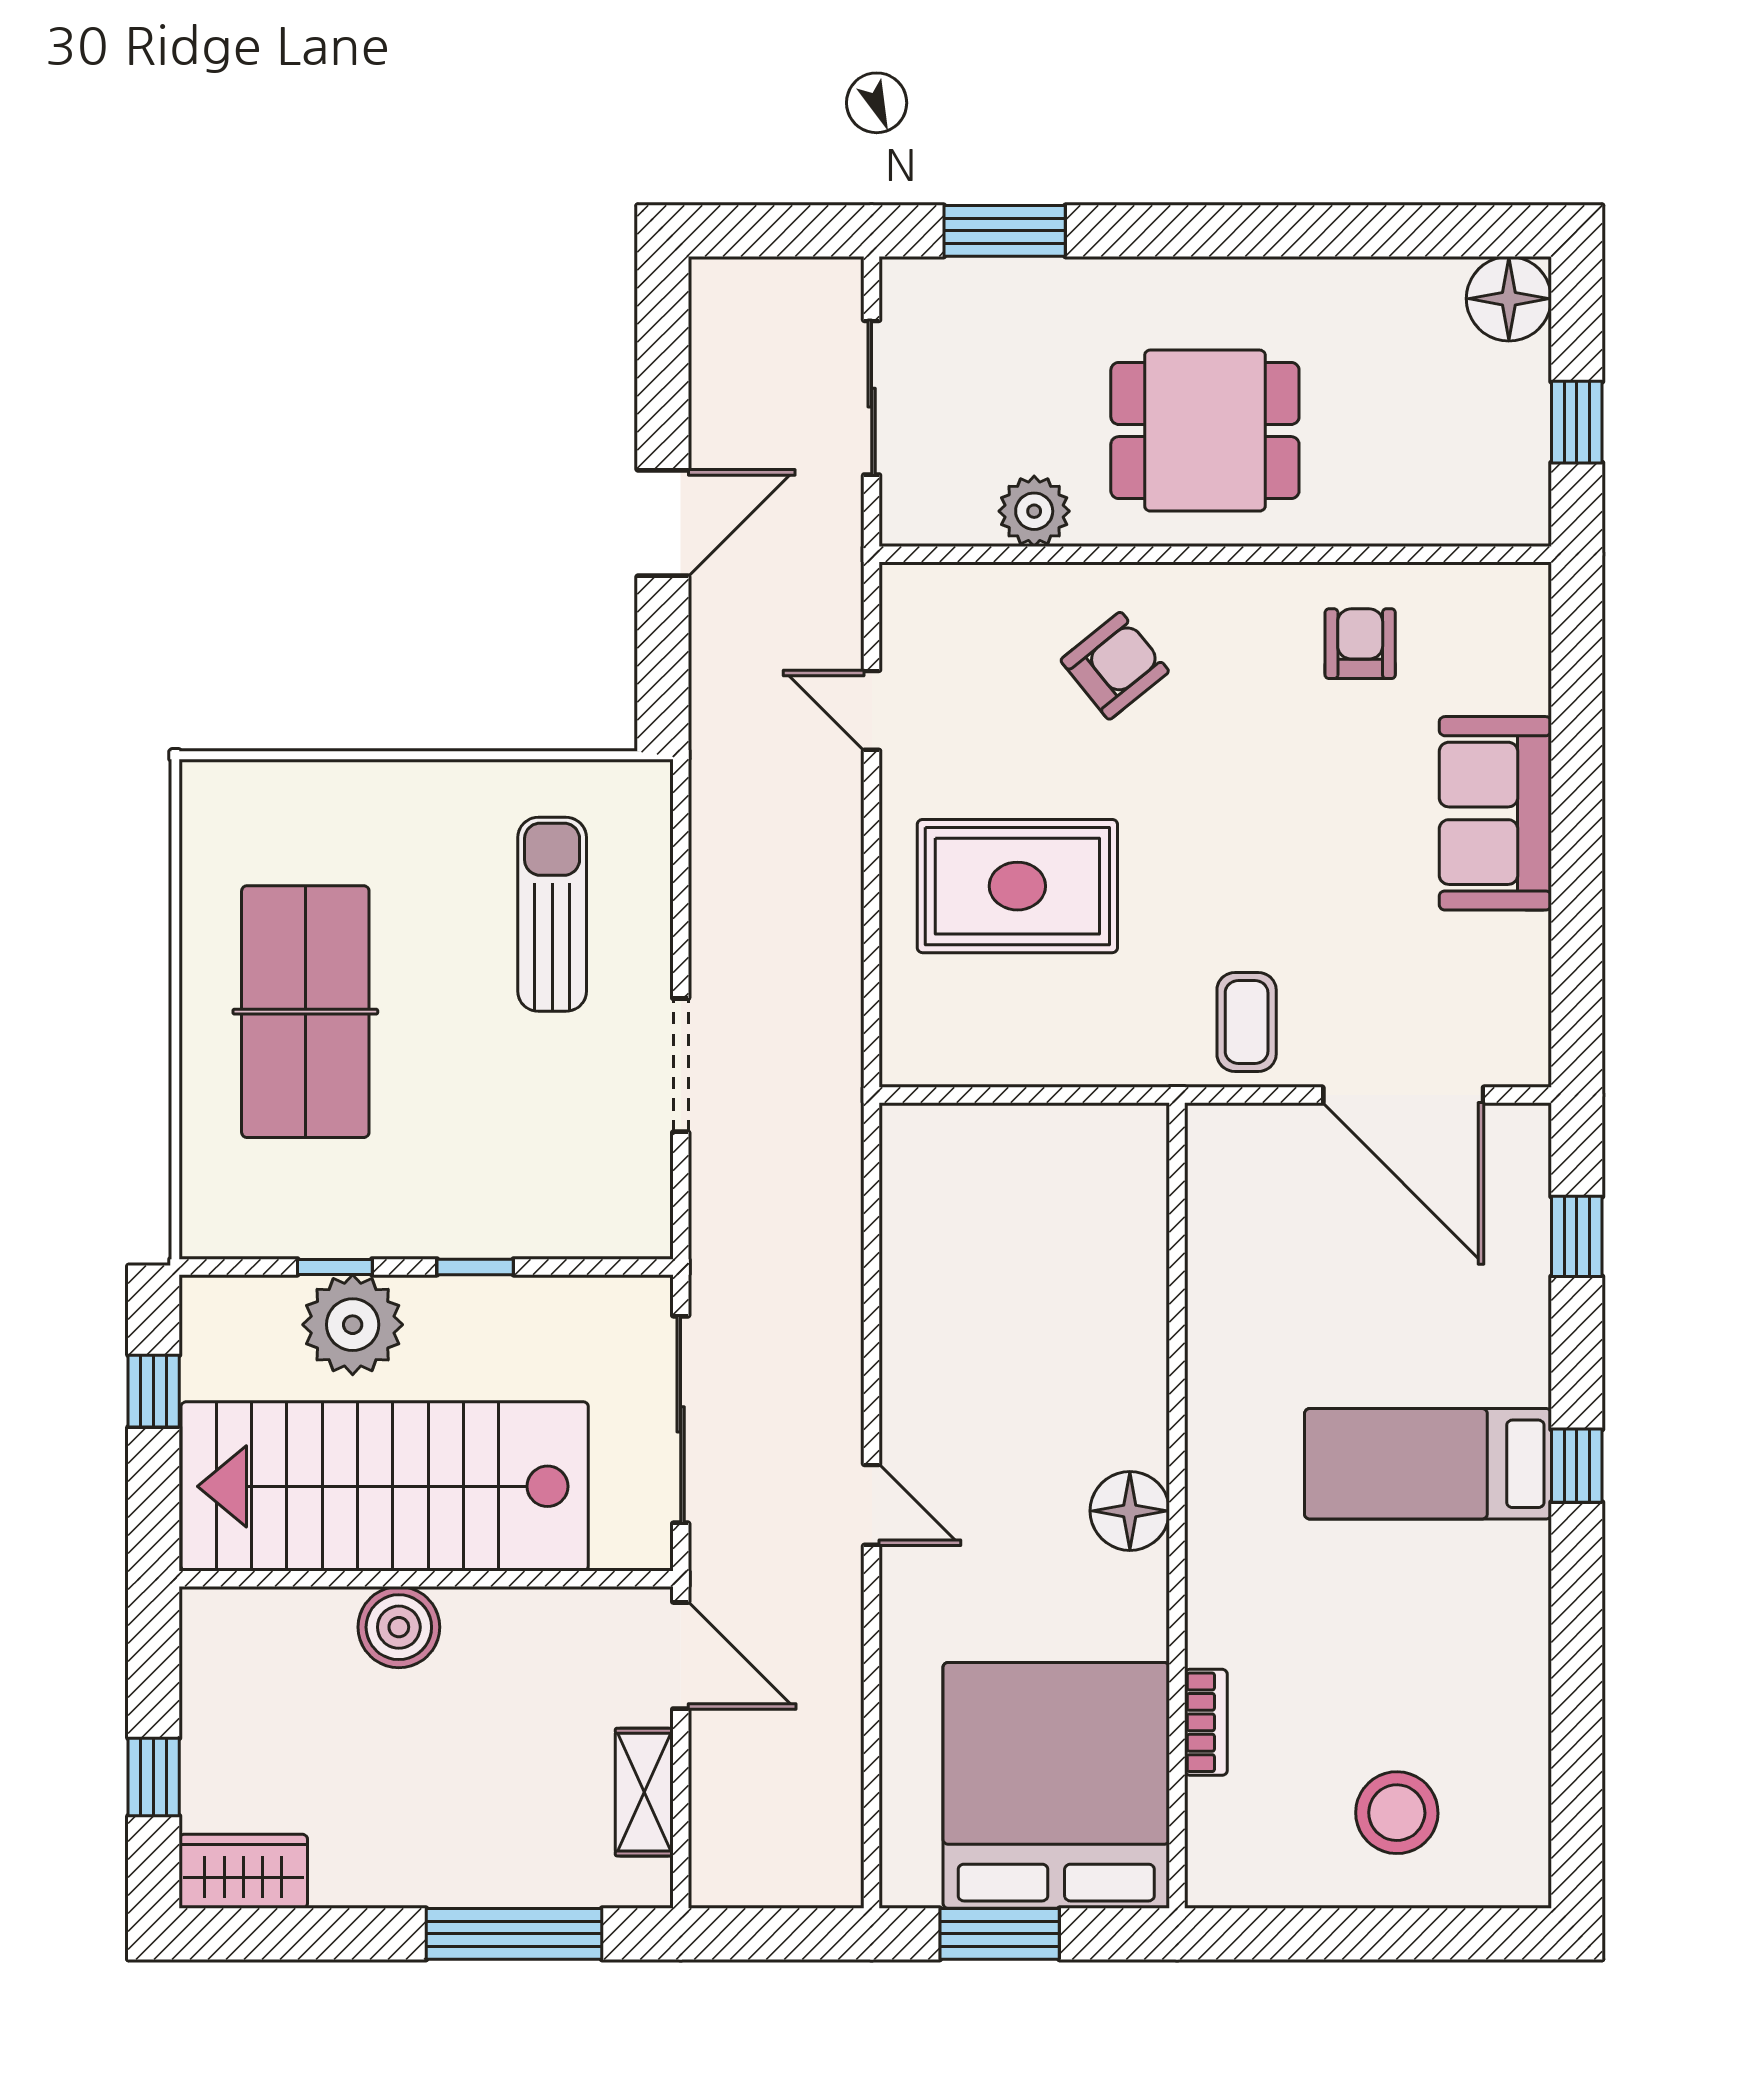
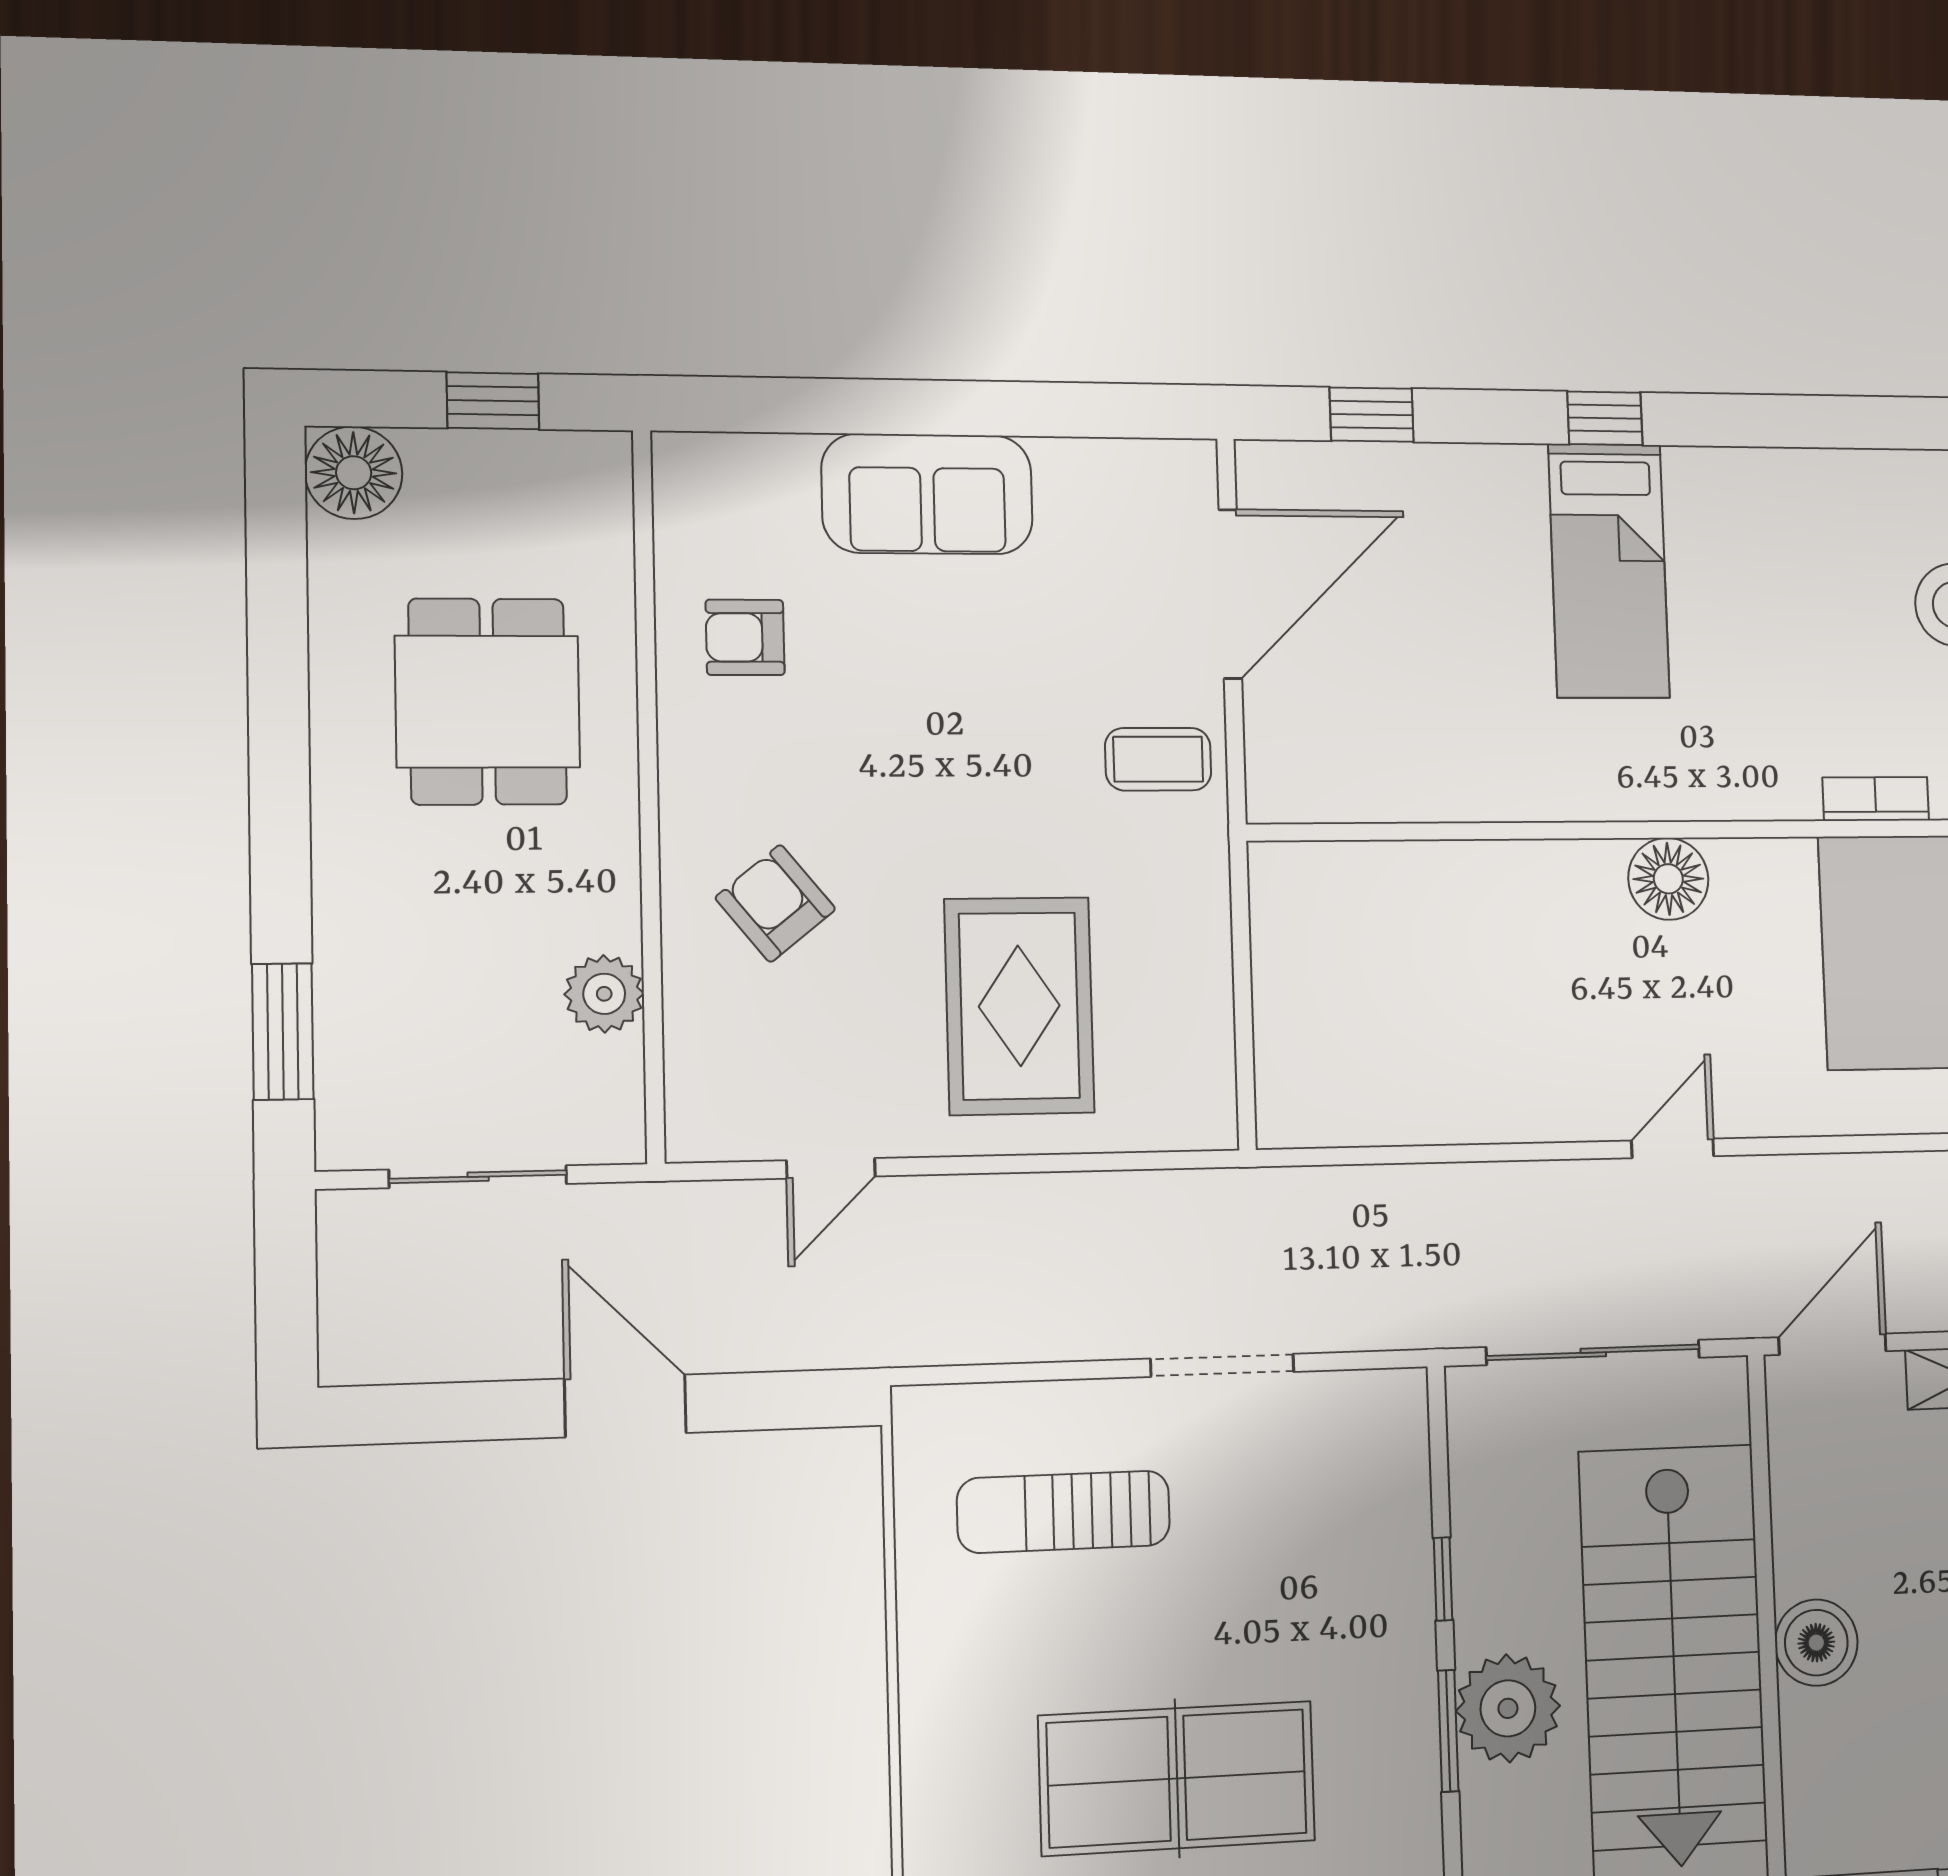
dining table: (1205, 431) -> (488, 702), moved
window: (335, 1267) -> (1448, 1731), width x1.50

